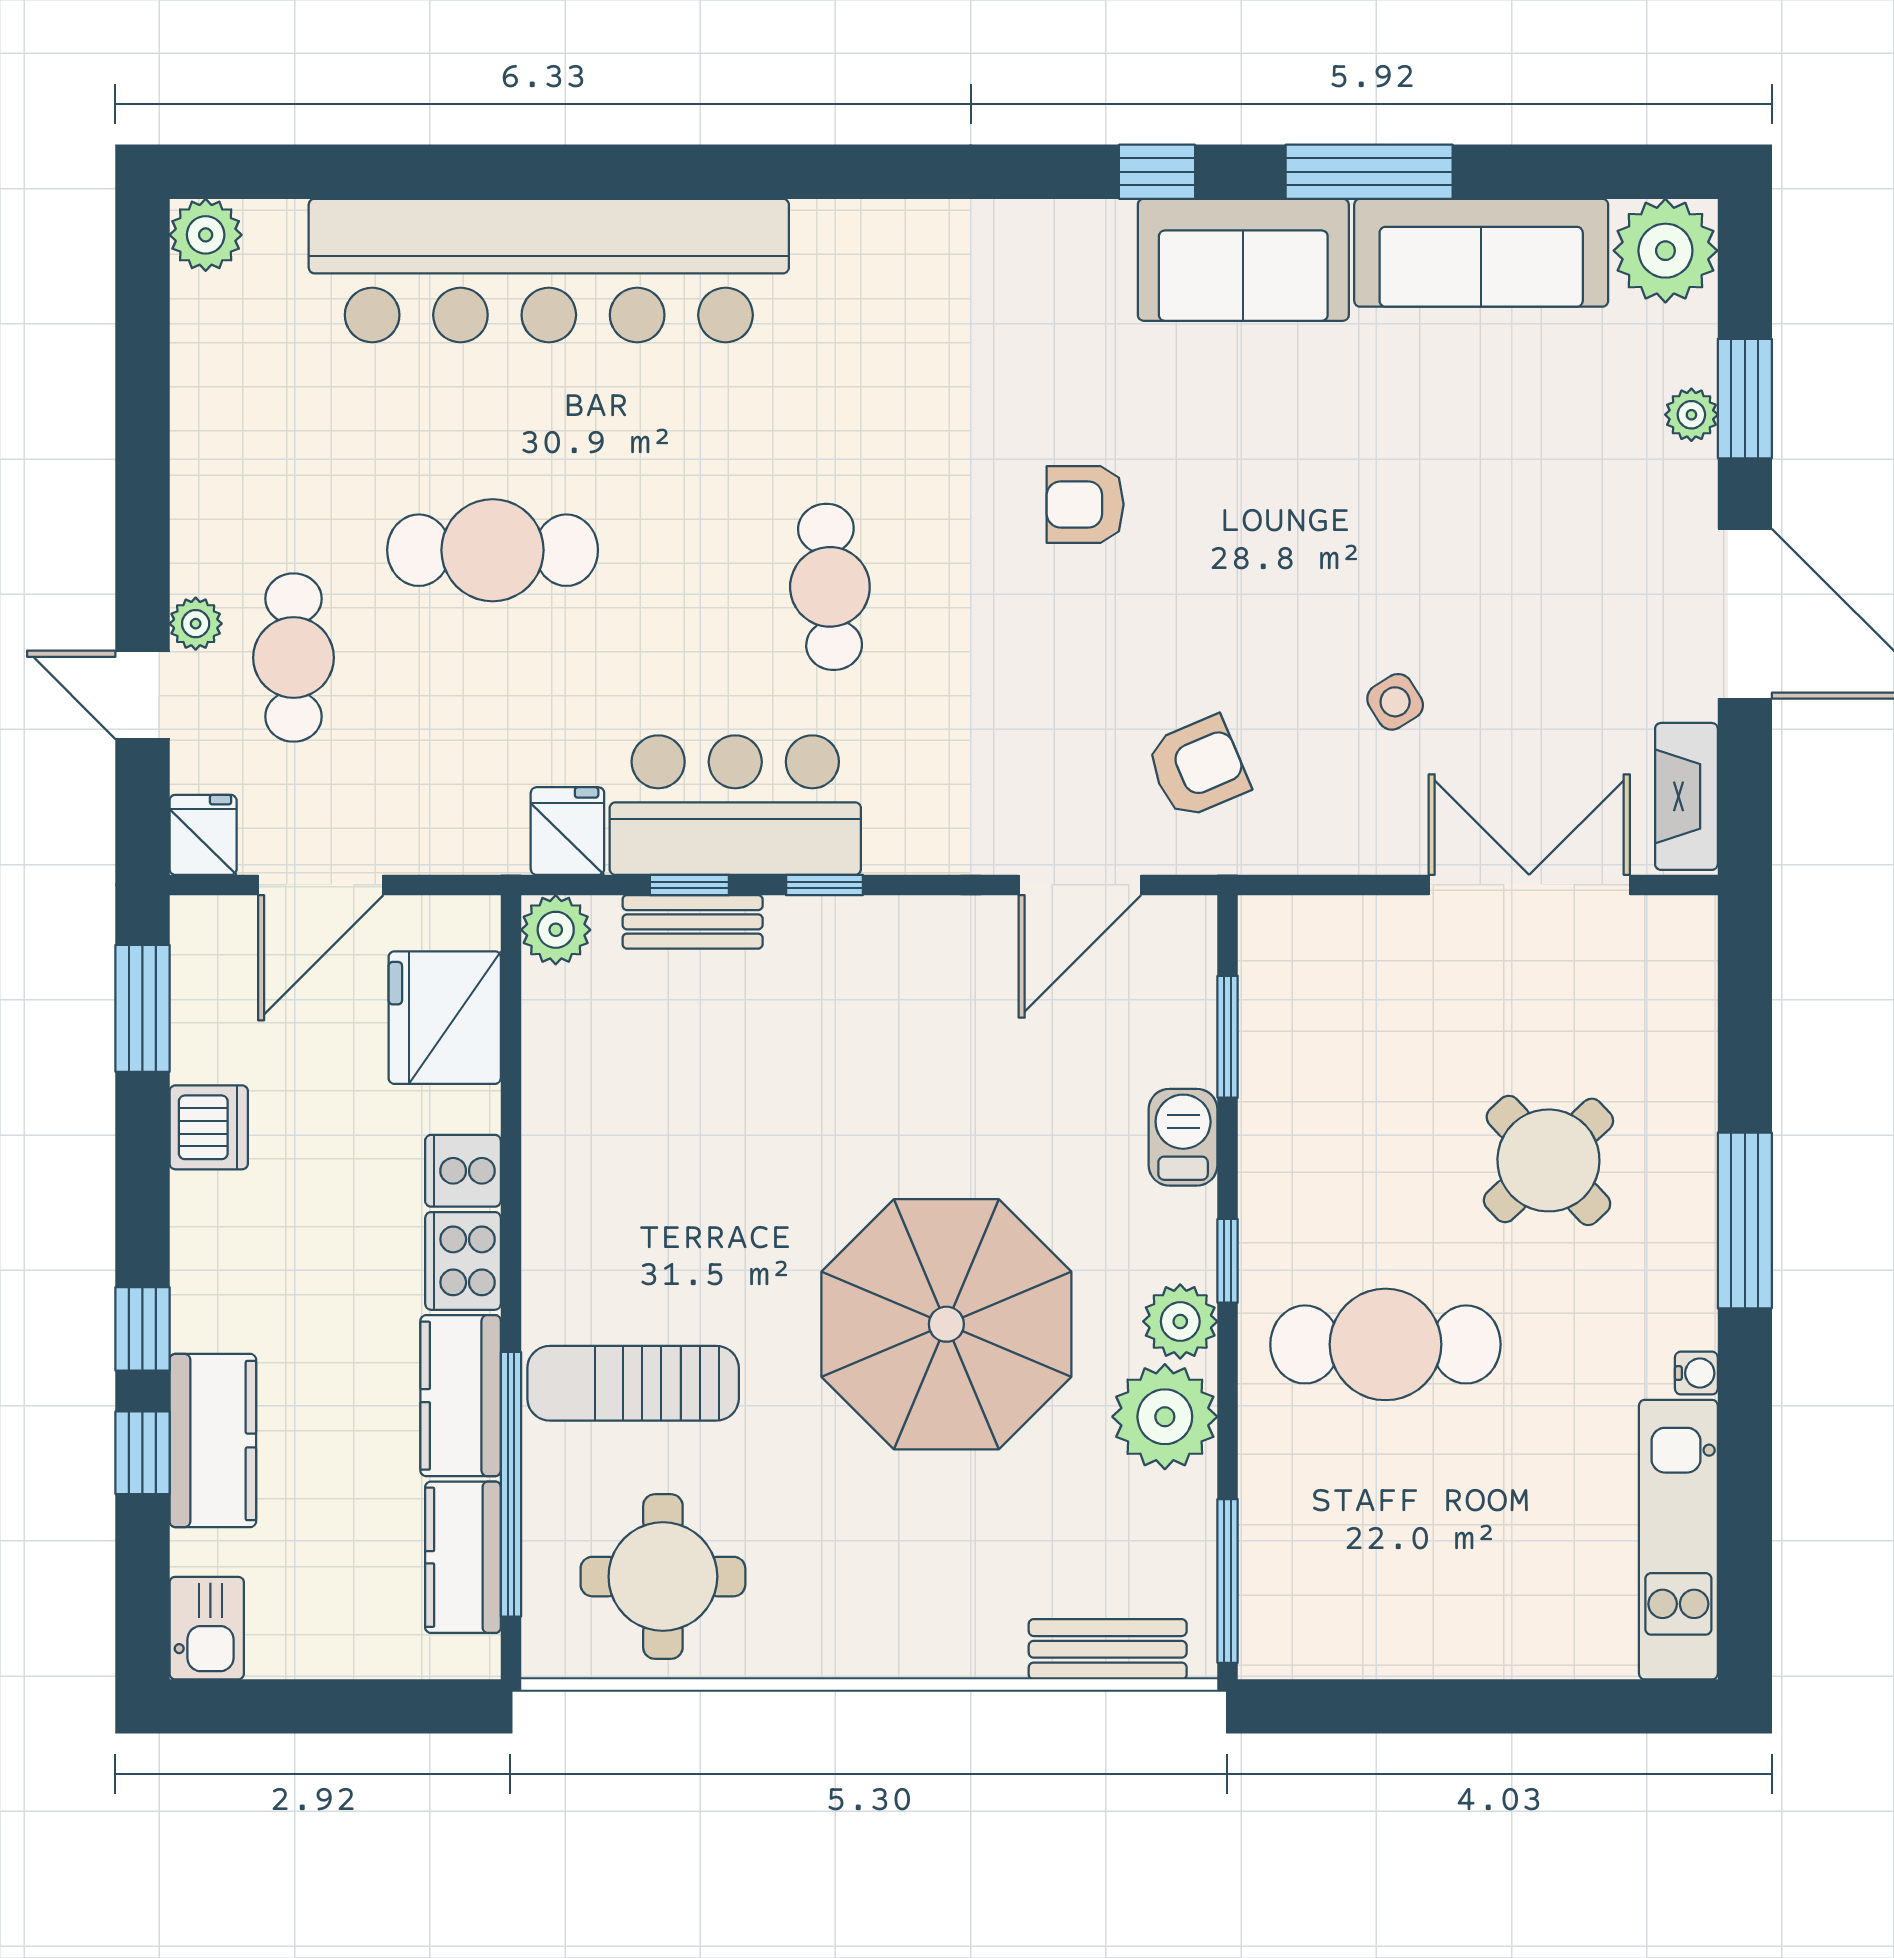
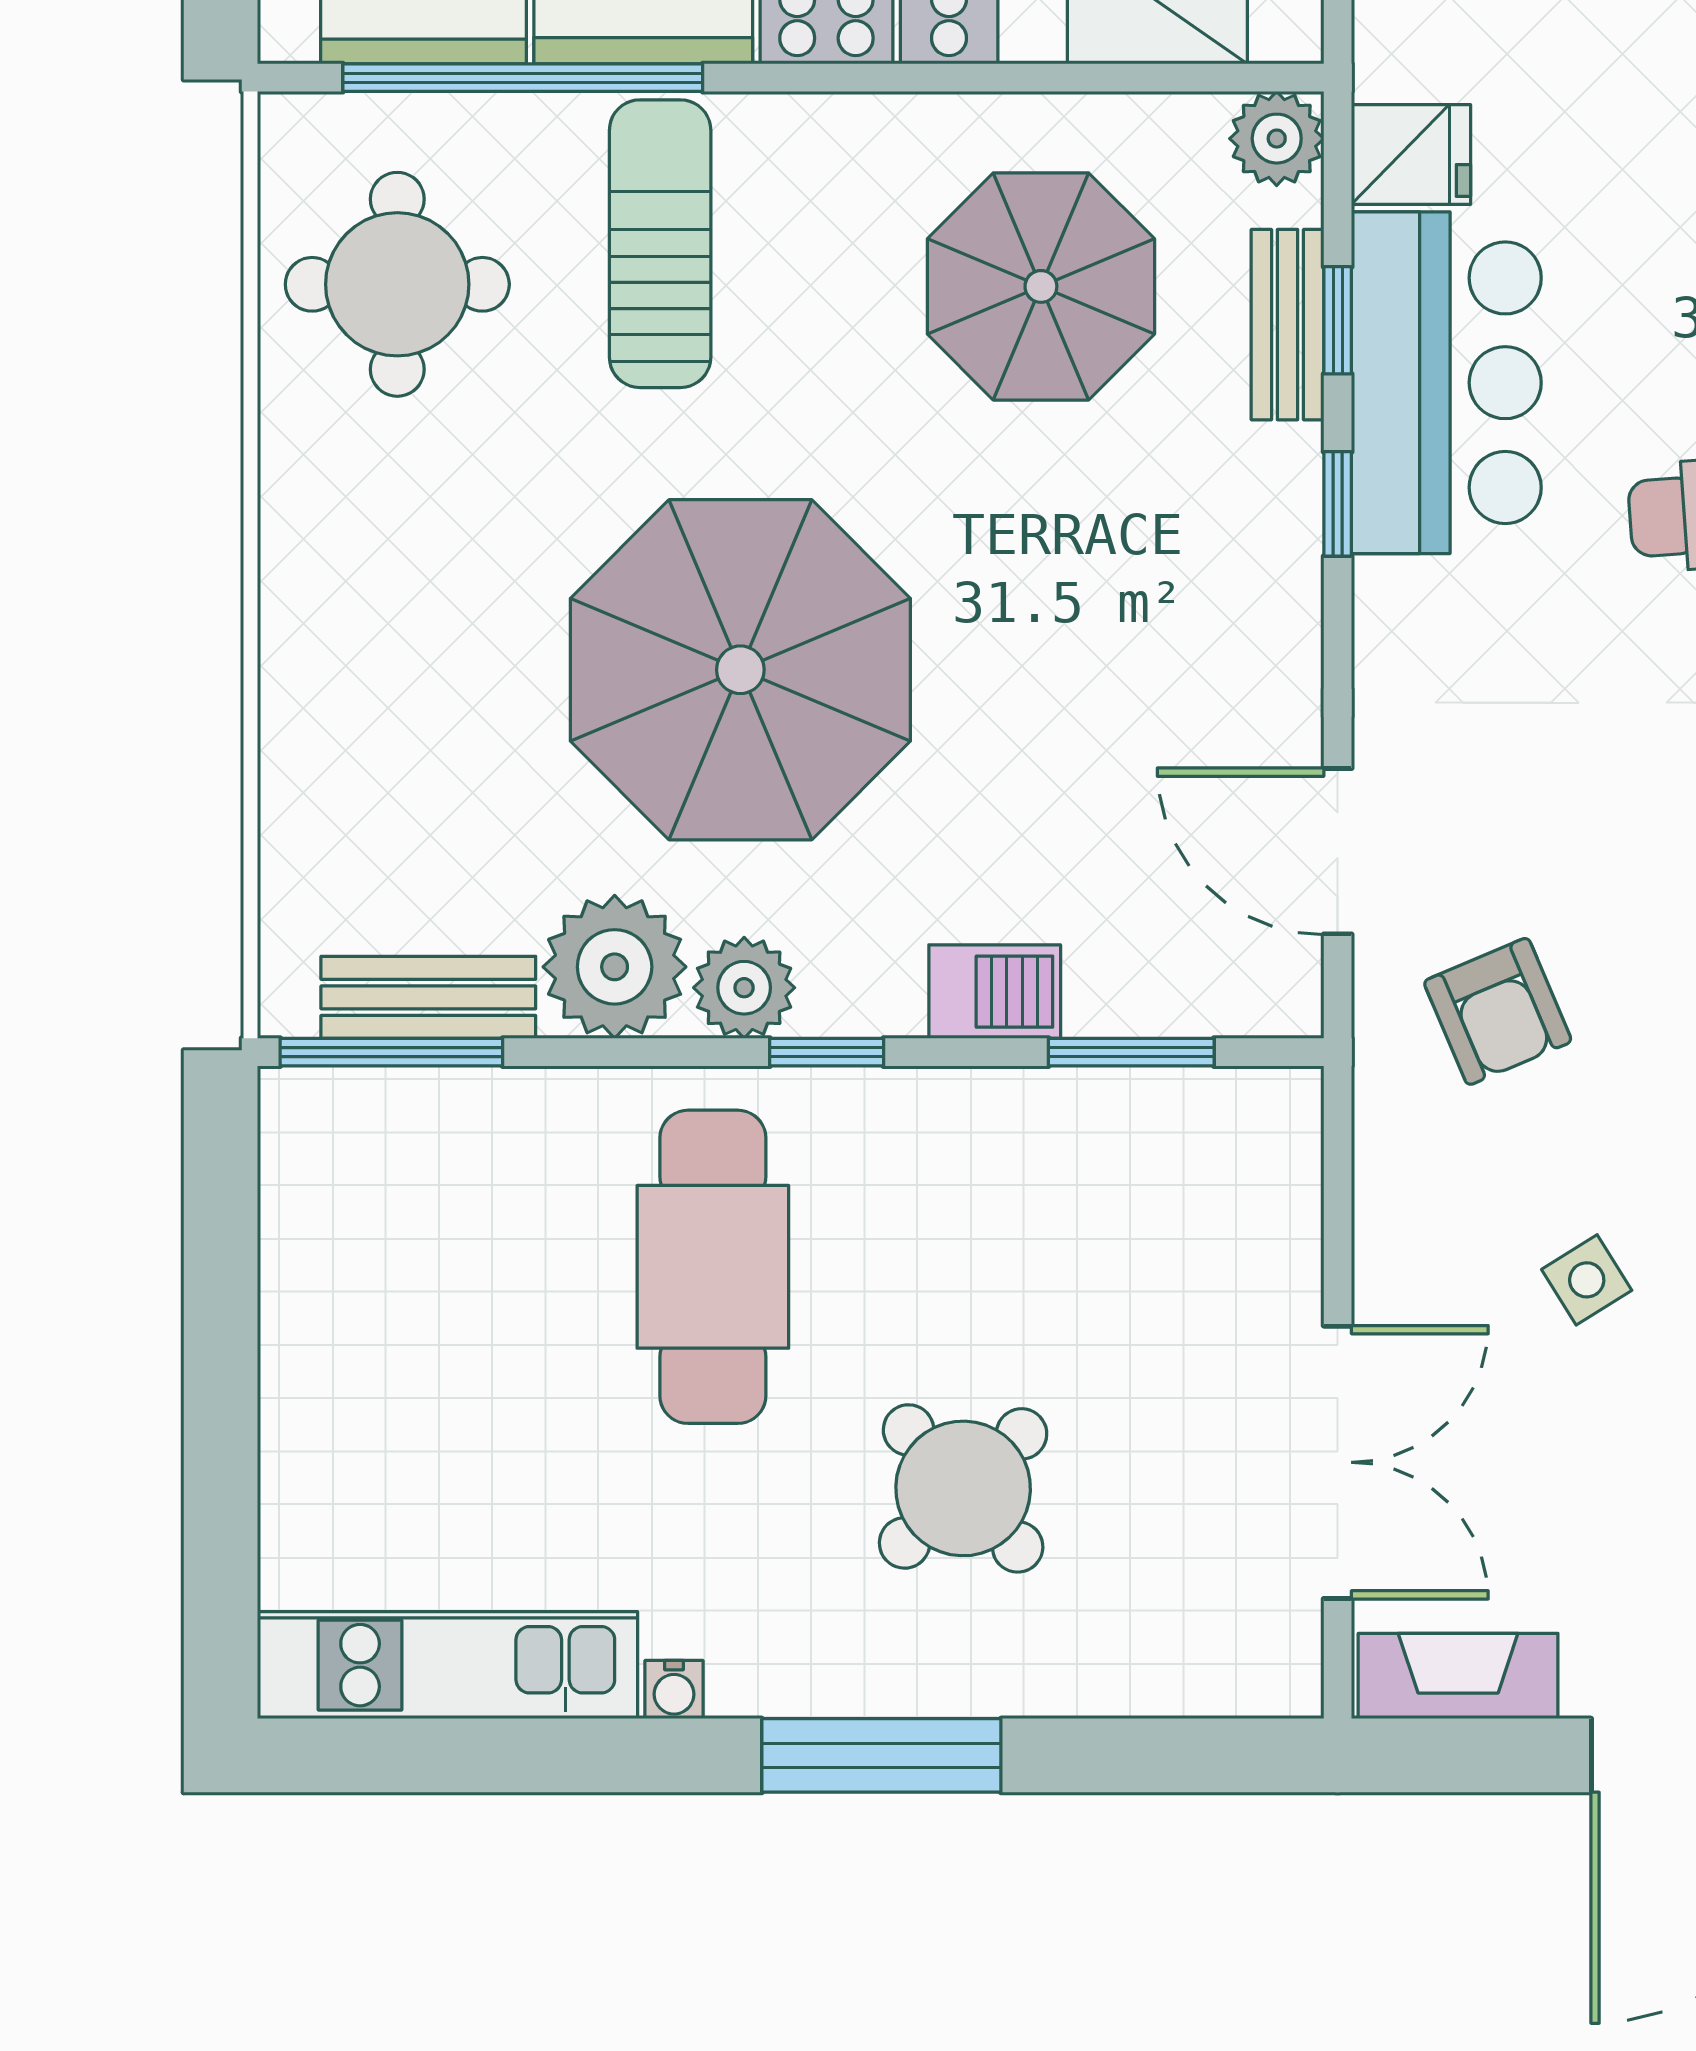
parasol: (664, 1103) -> (1041, 286), added
bench: (1108, 1649) -> (428, 997), moved, turned 90

